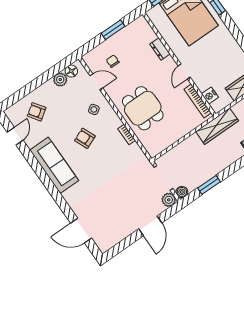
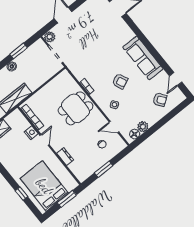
nightstand: (210, 96) -> (31, 133), moved
dining table: (143, 108) -> (76, 108), turned 90
boiler: (182, 192) -> (12, 66), moved

